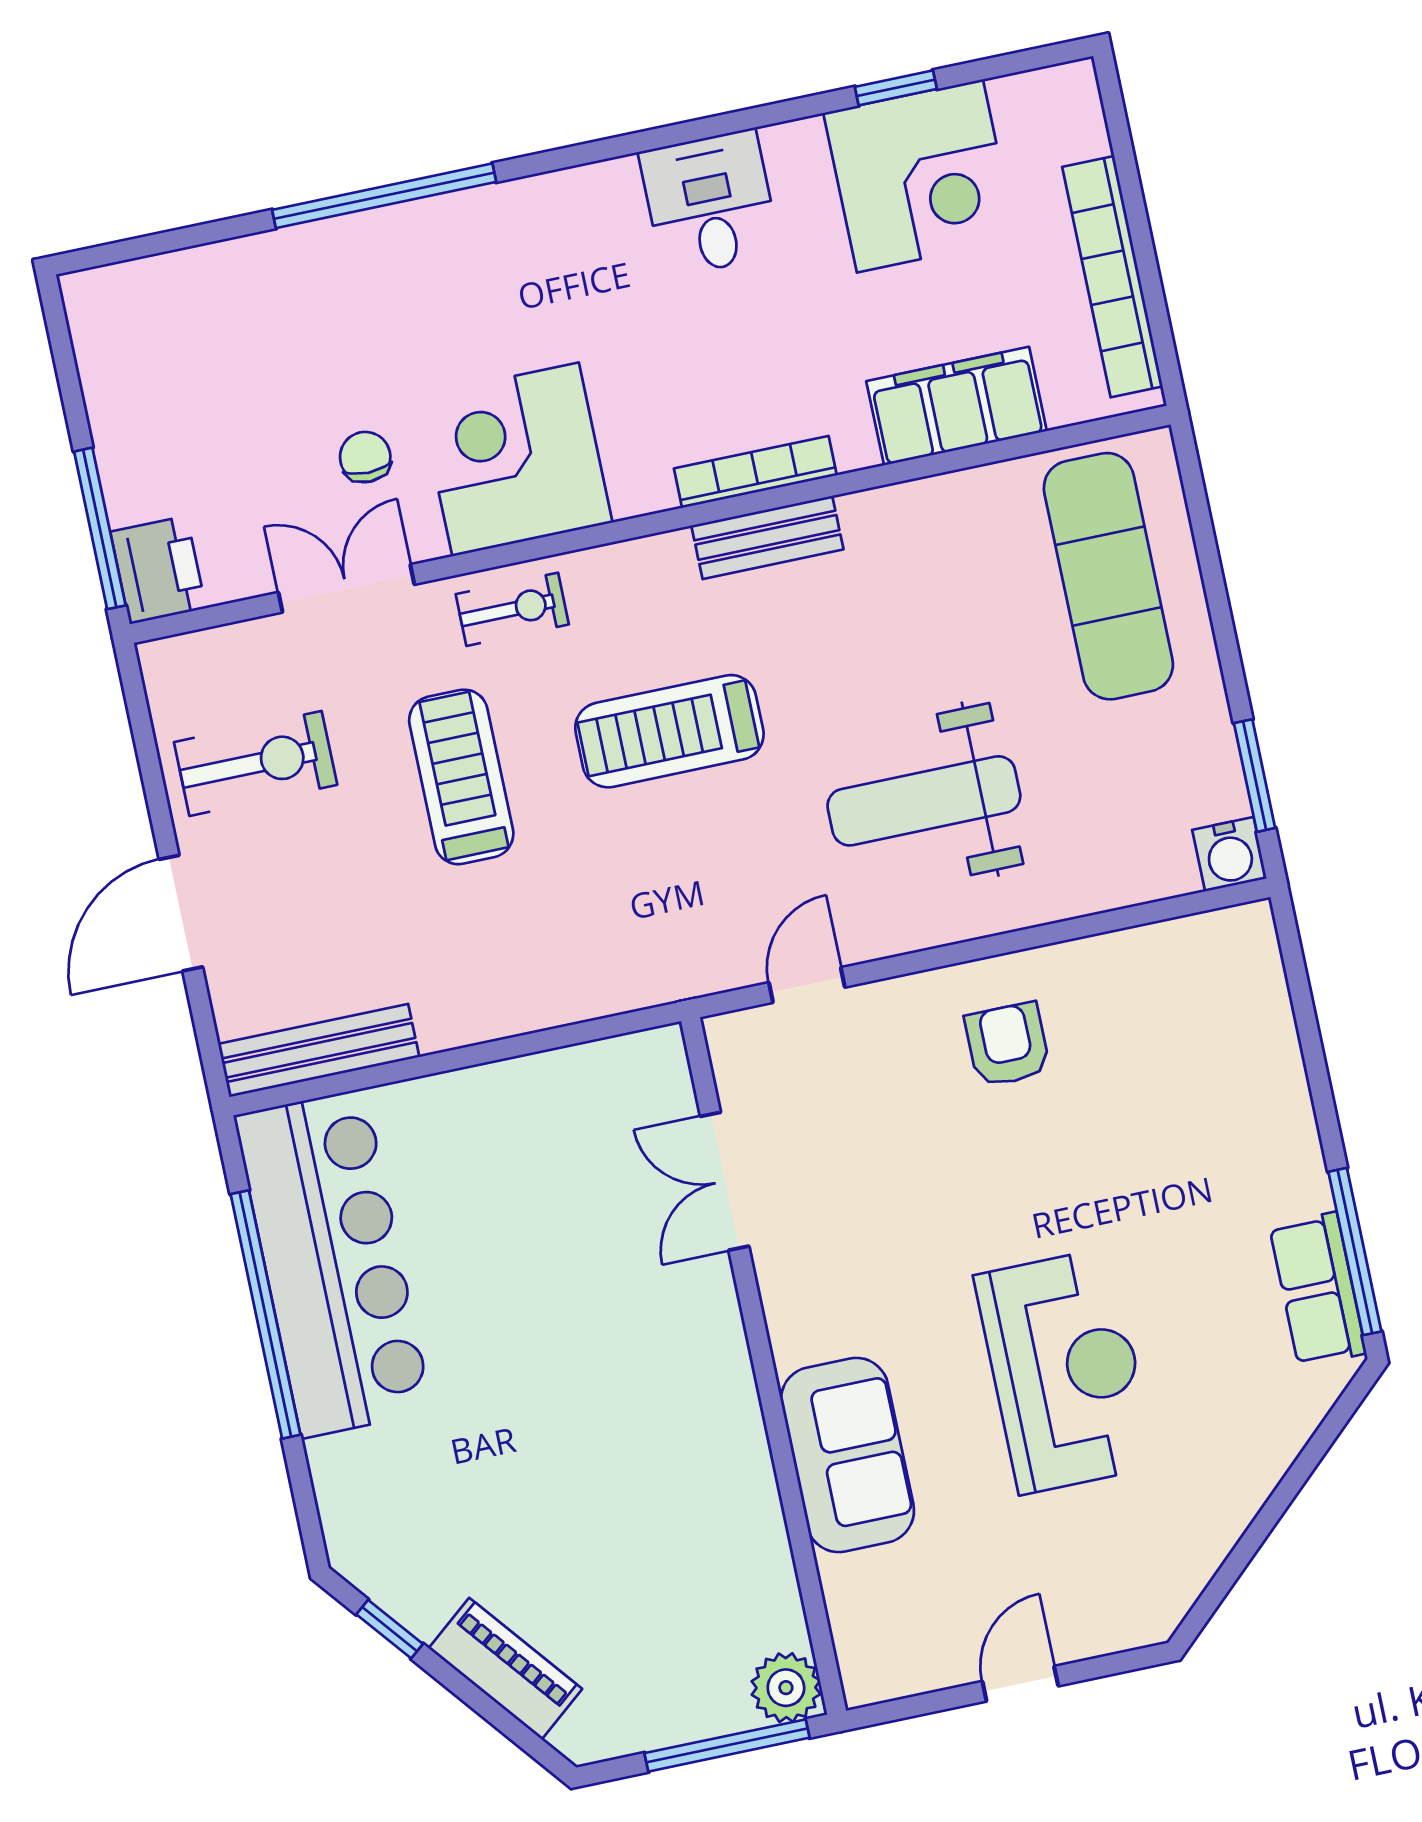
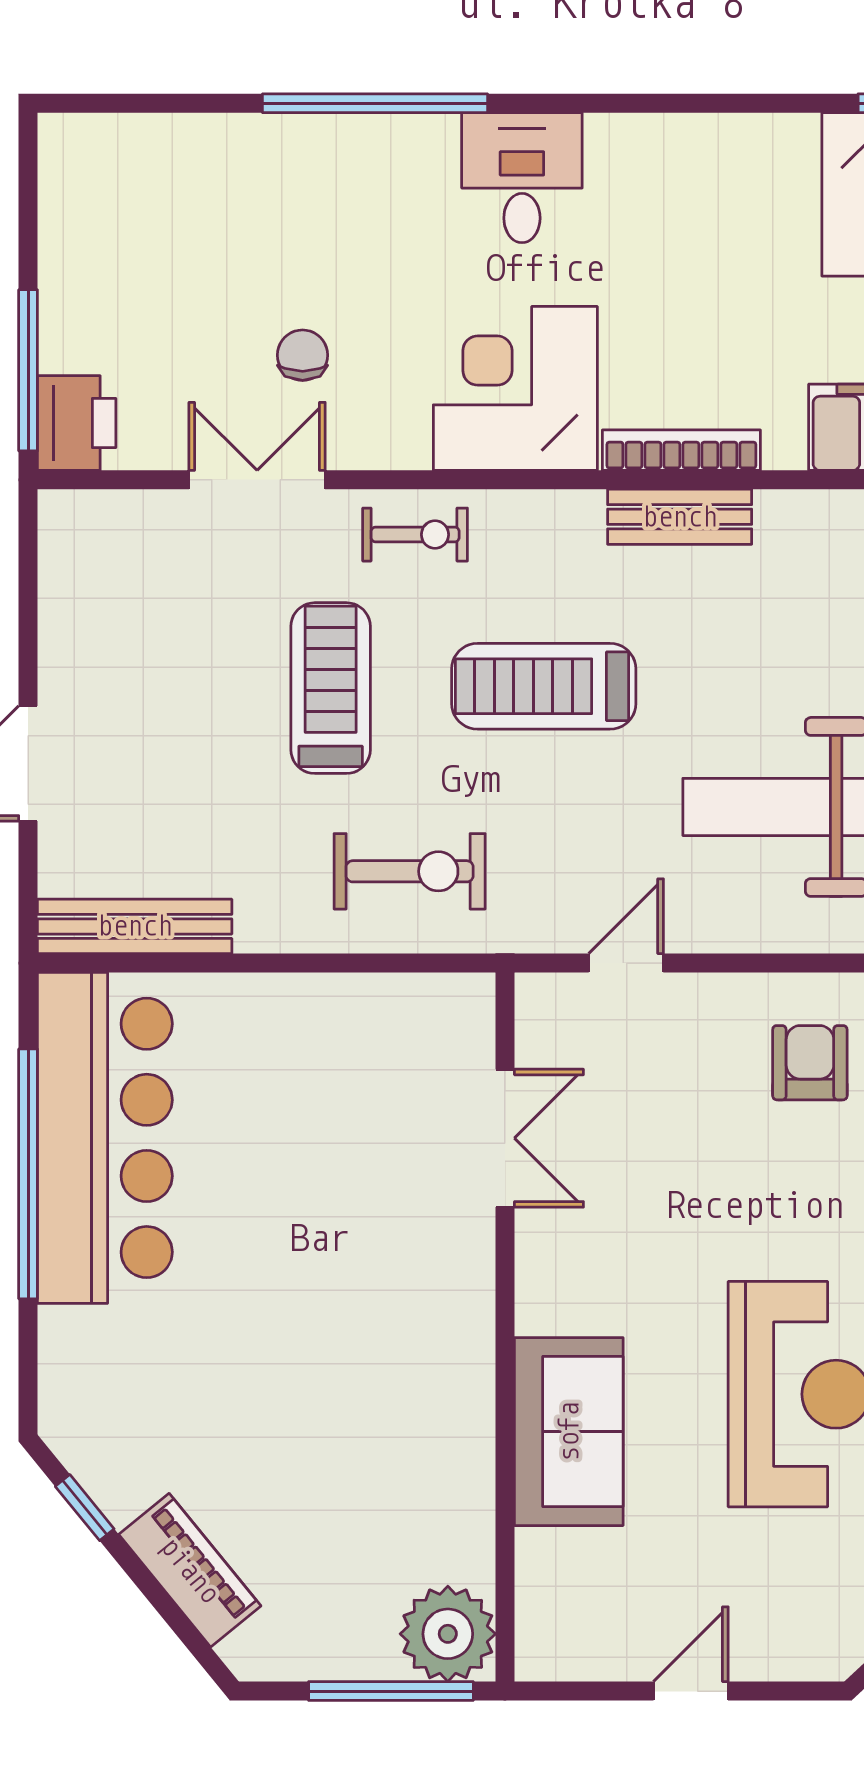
desk: (710, 203) -> (522, 178), moved
corner desk: (516, 459) -> (515, 388), moved
exercise bike: (256, 763) -> (410, 871), moved
double door: (725, 1181) -> (505, 1138), swing flipped
plant: (786, 1688) -> (448, 1634), width x1.36, depth x1.36

